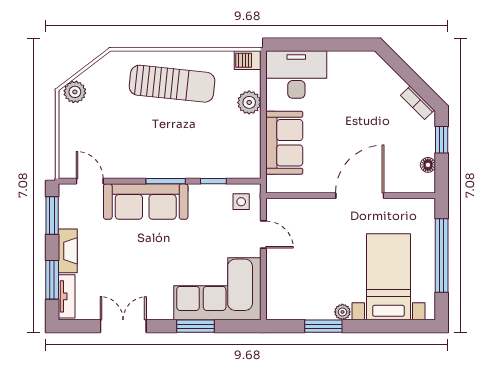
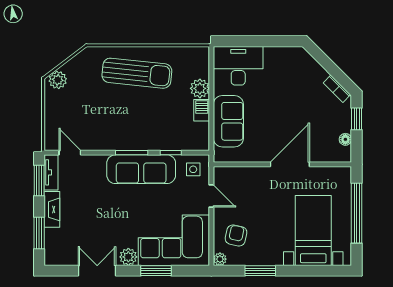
barbecue: (248, 60) -> (202, 110), moved, turned 90
sofa: (146, 202) -> (141, 169), moved
armchair: (294, 283) -> (236, 236), added
tv unit: (67, 296) -> (51, 172), moved
plant: (161, 309) -> (128, 257), added
plant: (342, 312) -> (220, 259), moved

